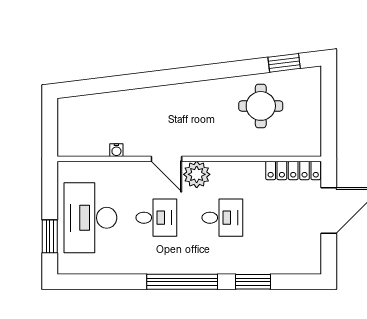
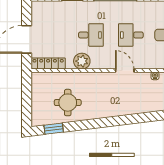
plant: (197, 174) -> (82, 61), moved
desk: (222, 218) -> (91, 35), turned 180

